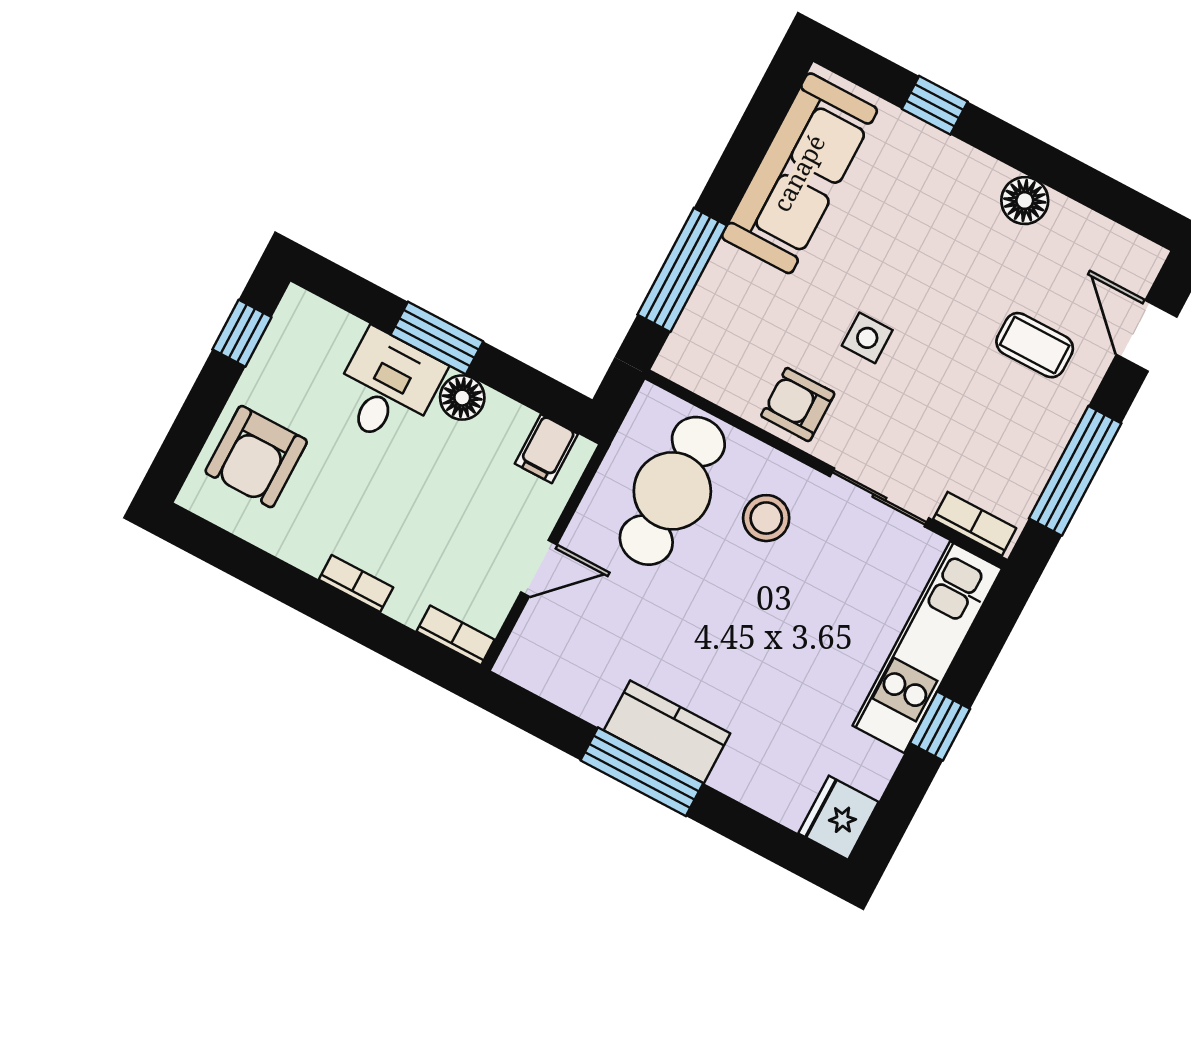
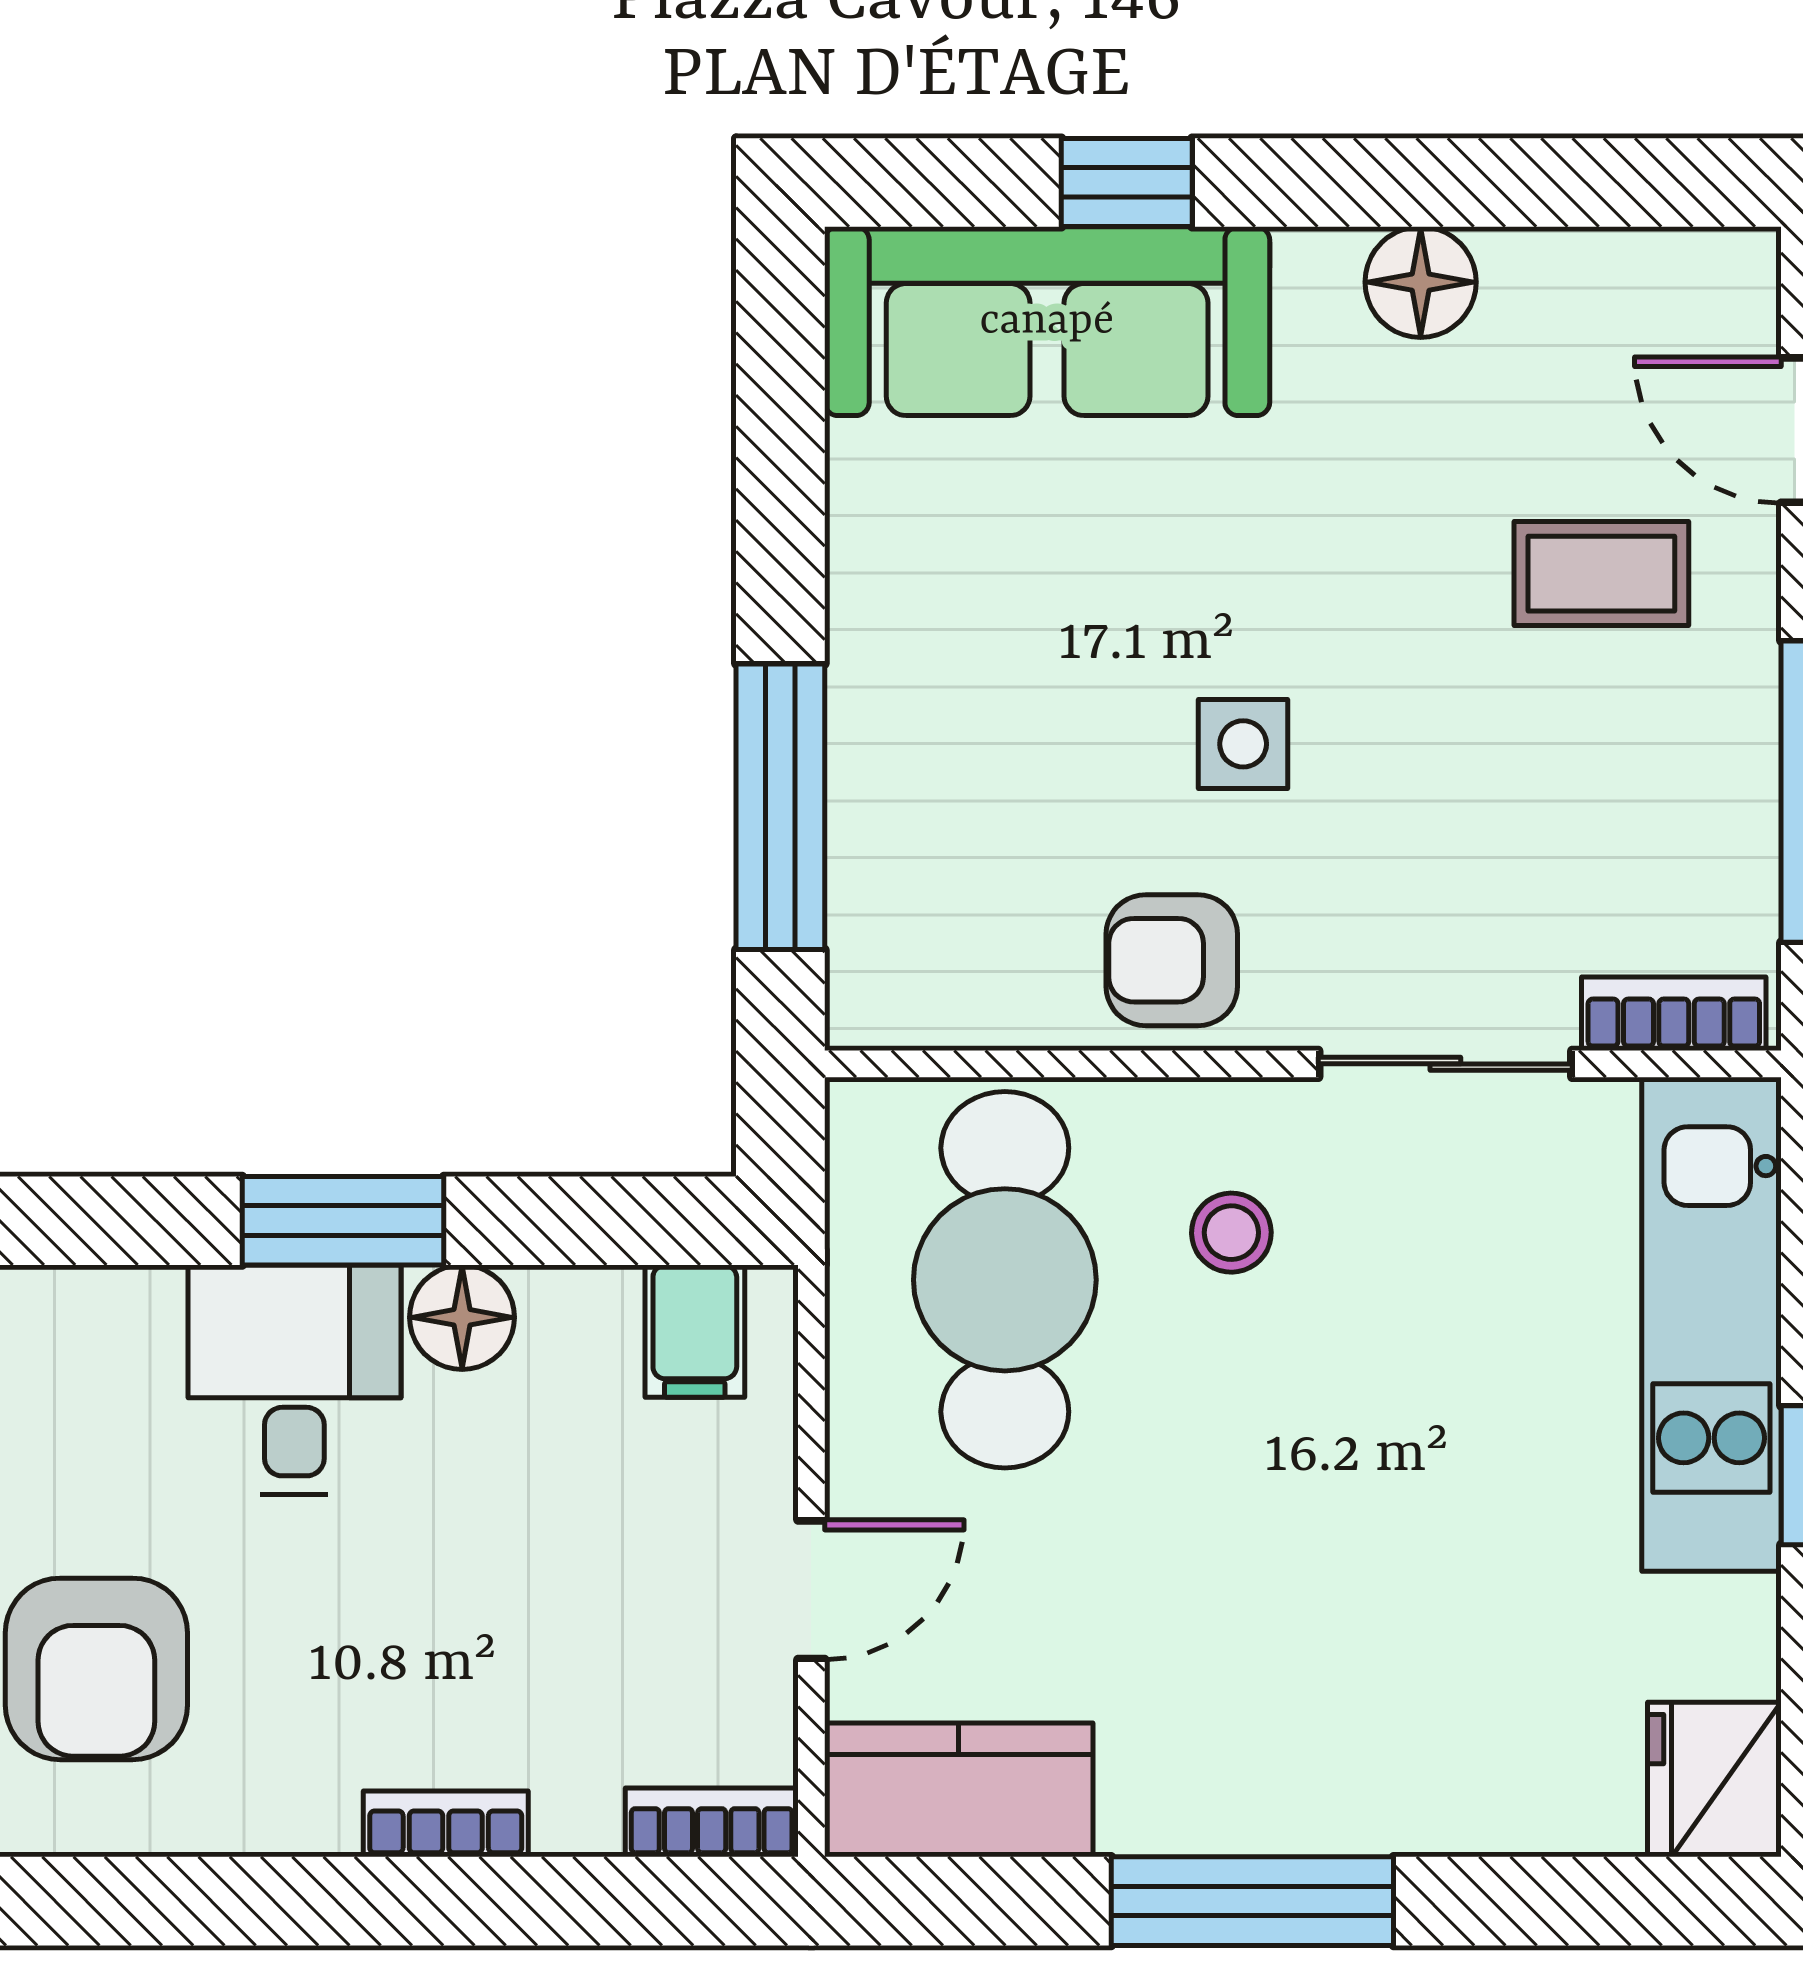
sofa: (799, 173) -> (1047, 321), moved, turned 90
stool: (766, 518) -> (1231, 1233), width x0.73, depth x0.73
kitchen counter: (667, 732) -> (959, 1790), moved

